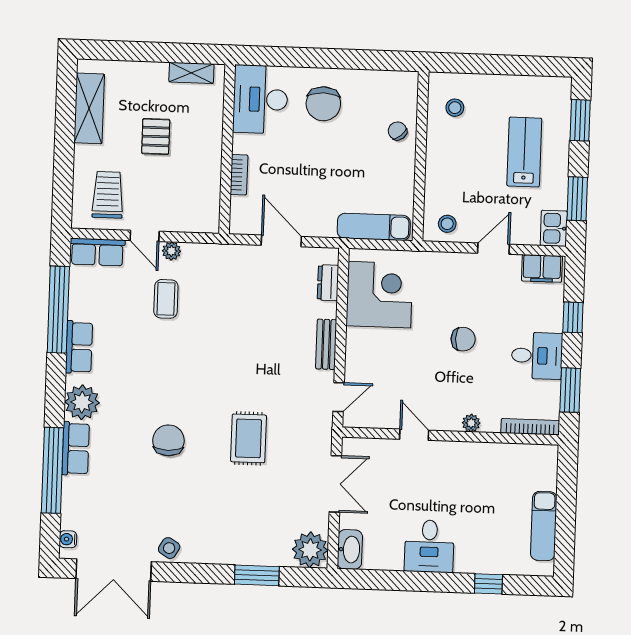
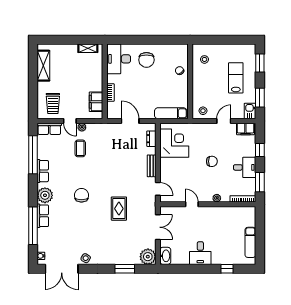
pallet: (156, 137) -> (73, 77), removed
trolley: (108, 195) -> (53, 103), turned 180
filing cabinet: (206, 195) -> (96, 102), added
door: (339, 397) -> (158, 189), hinge flipped
chair: (168, 440) -> (81, 195), moved

